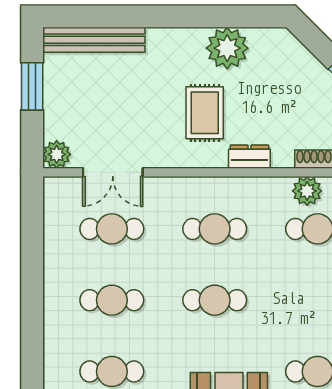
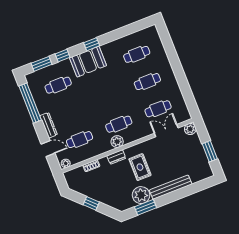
window: (228, 16) -> (146, 207), added
bench: (94, 40) -> (171, 187), moved
plant: (307, 191) -> (117, 142), moved
cafe table: (215, 300) -> (108, 97), removed

